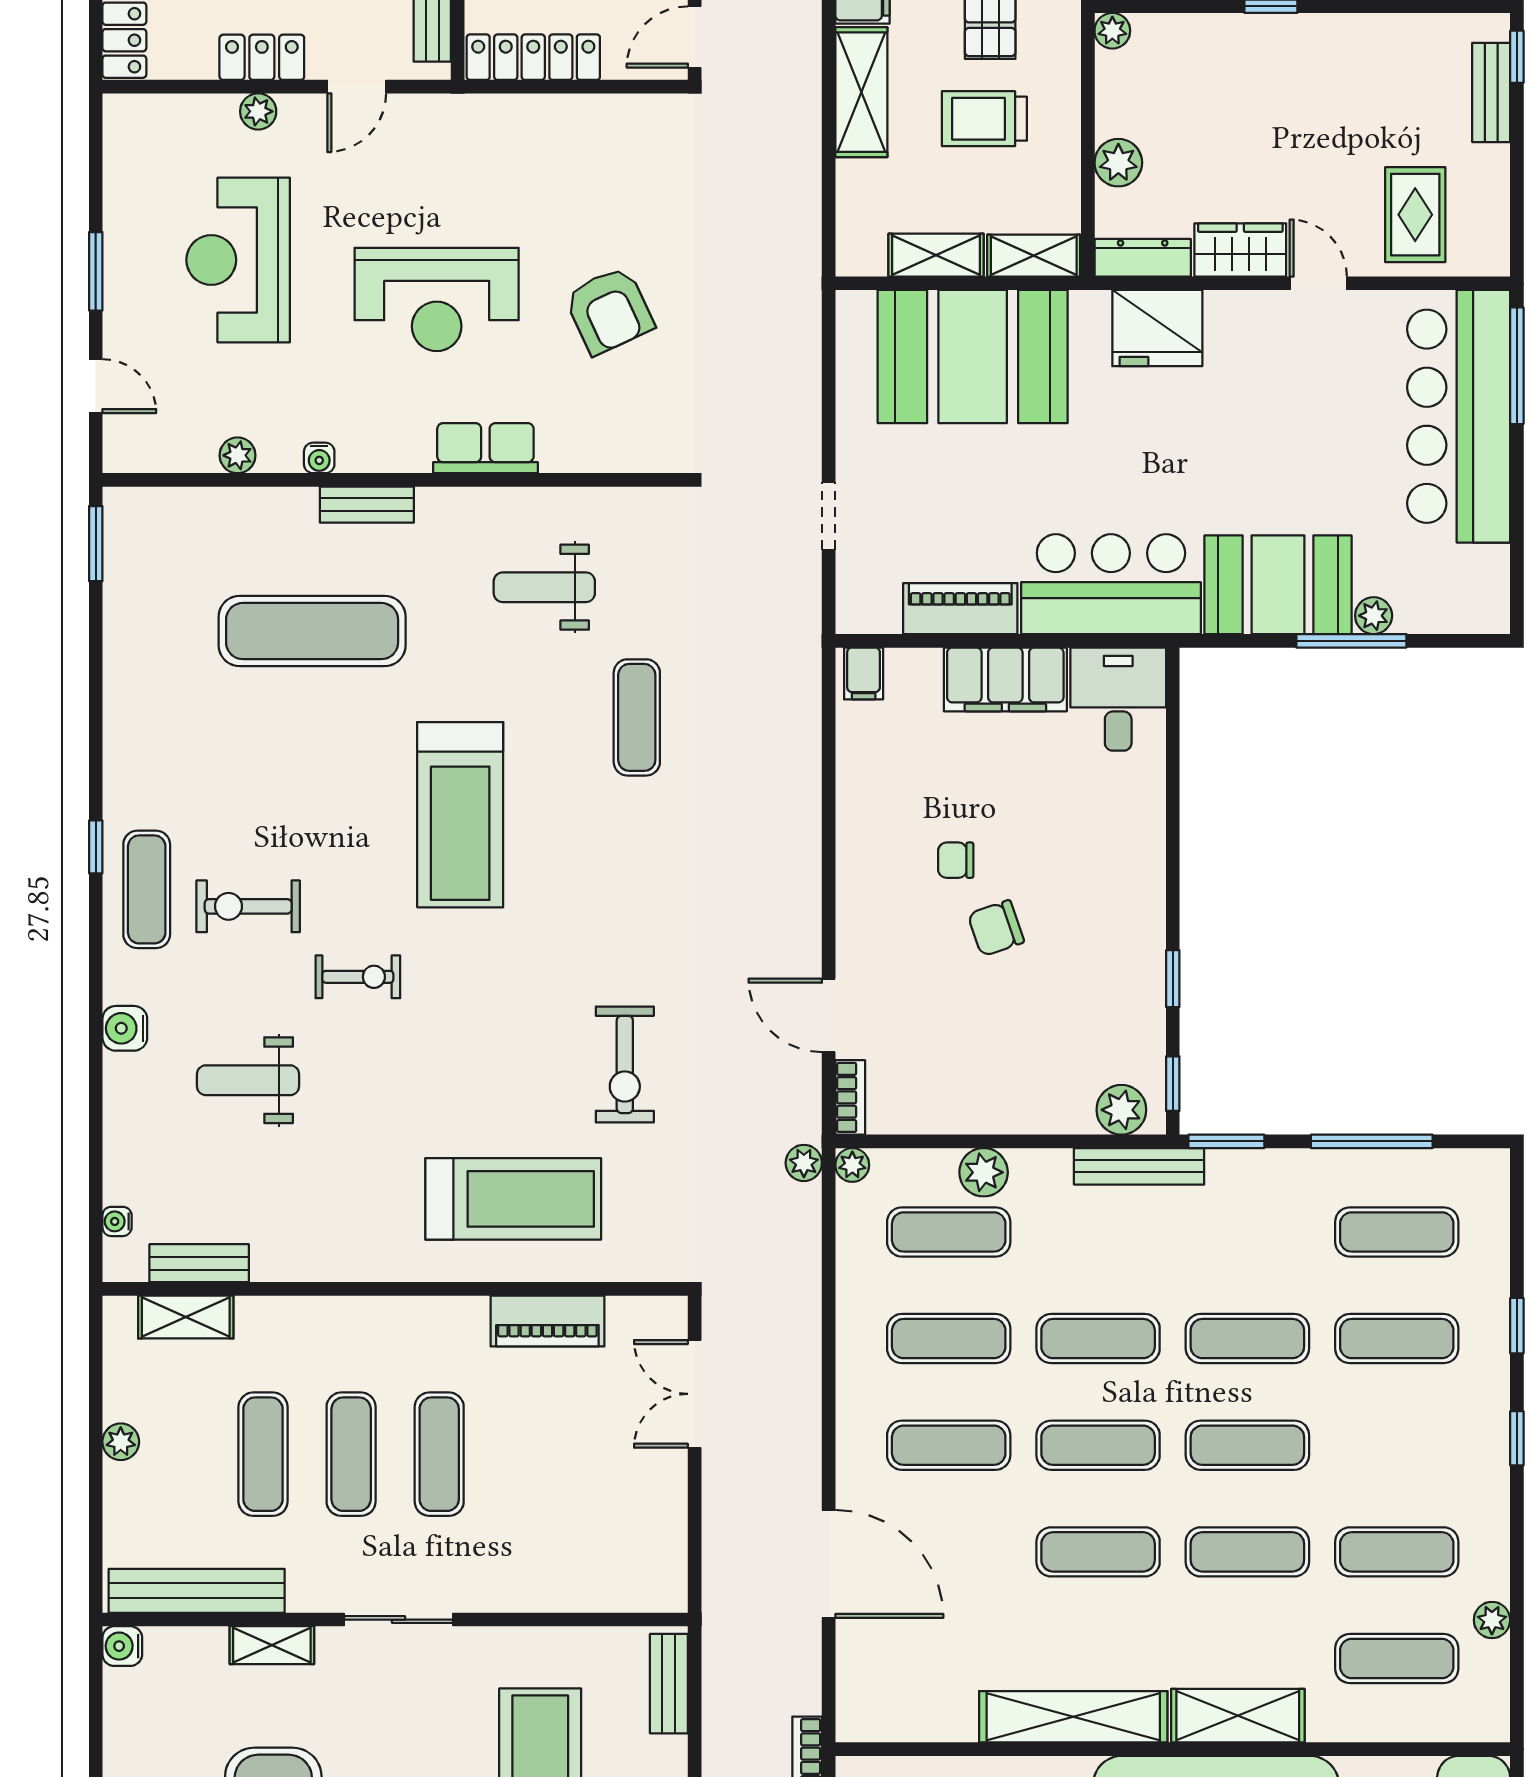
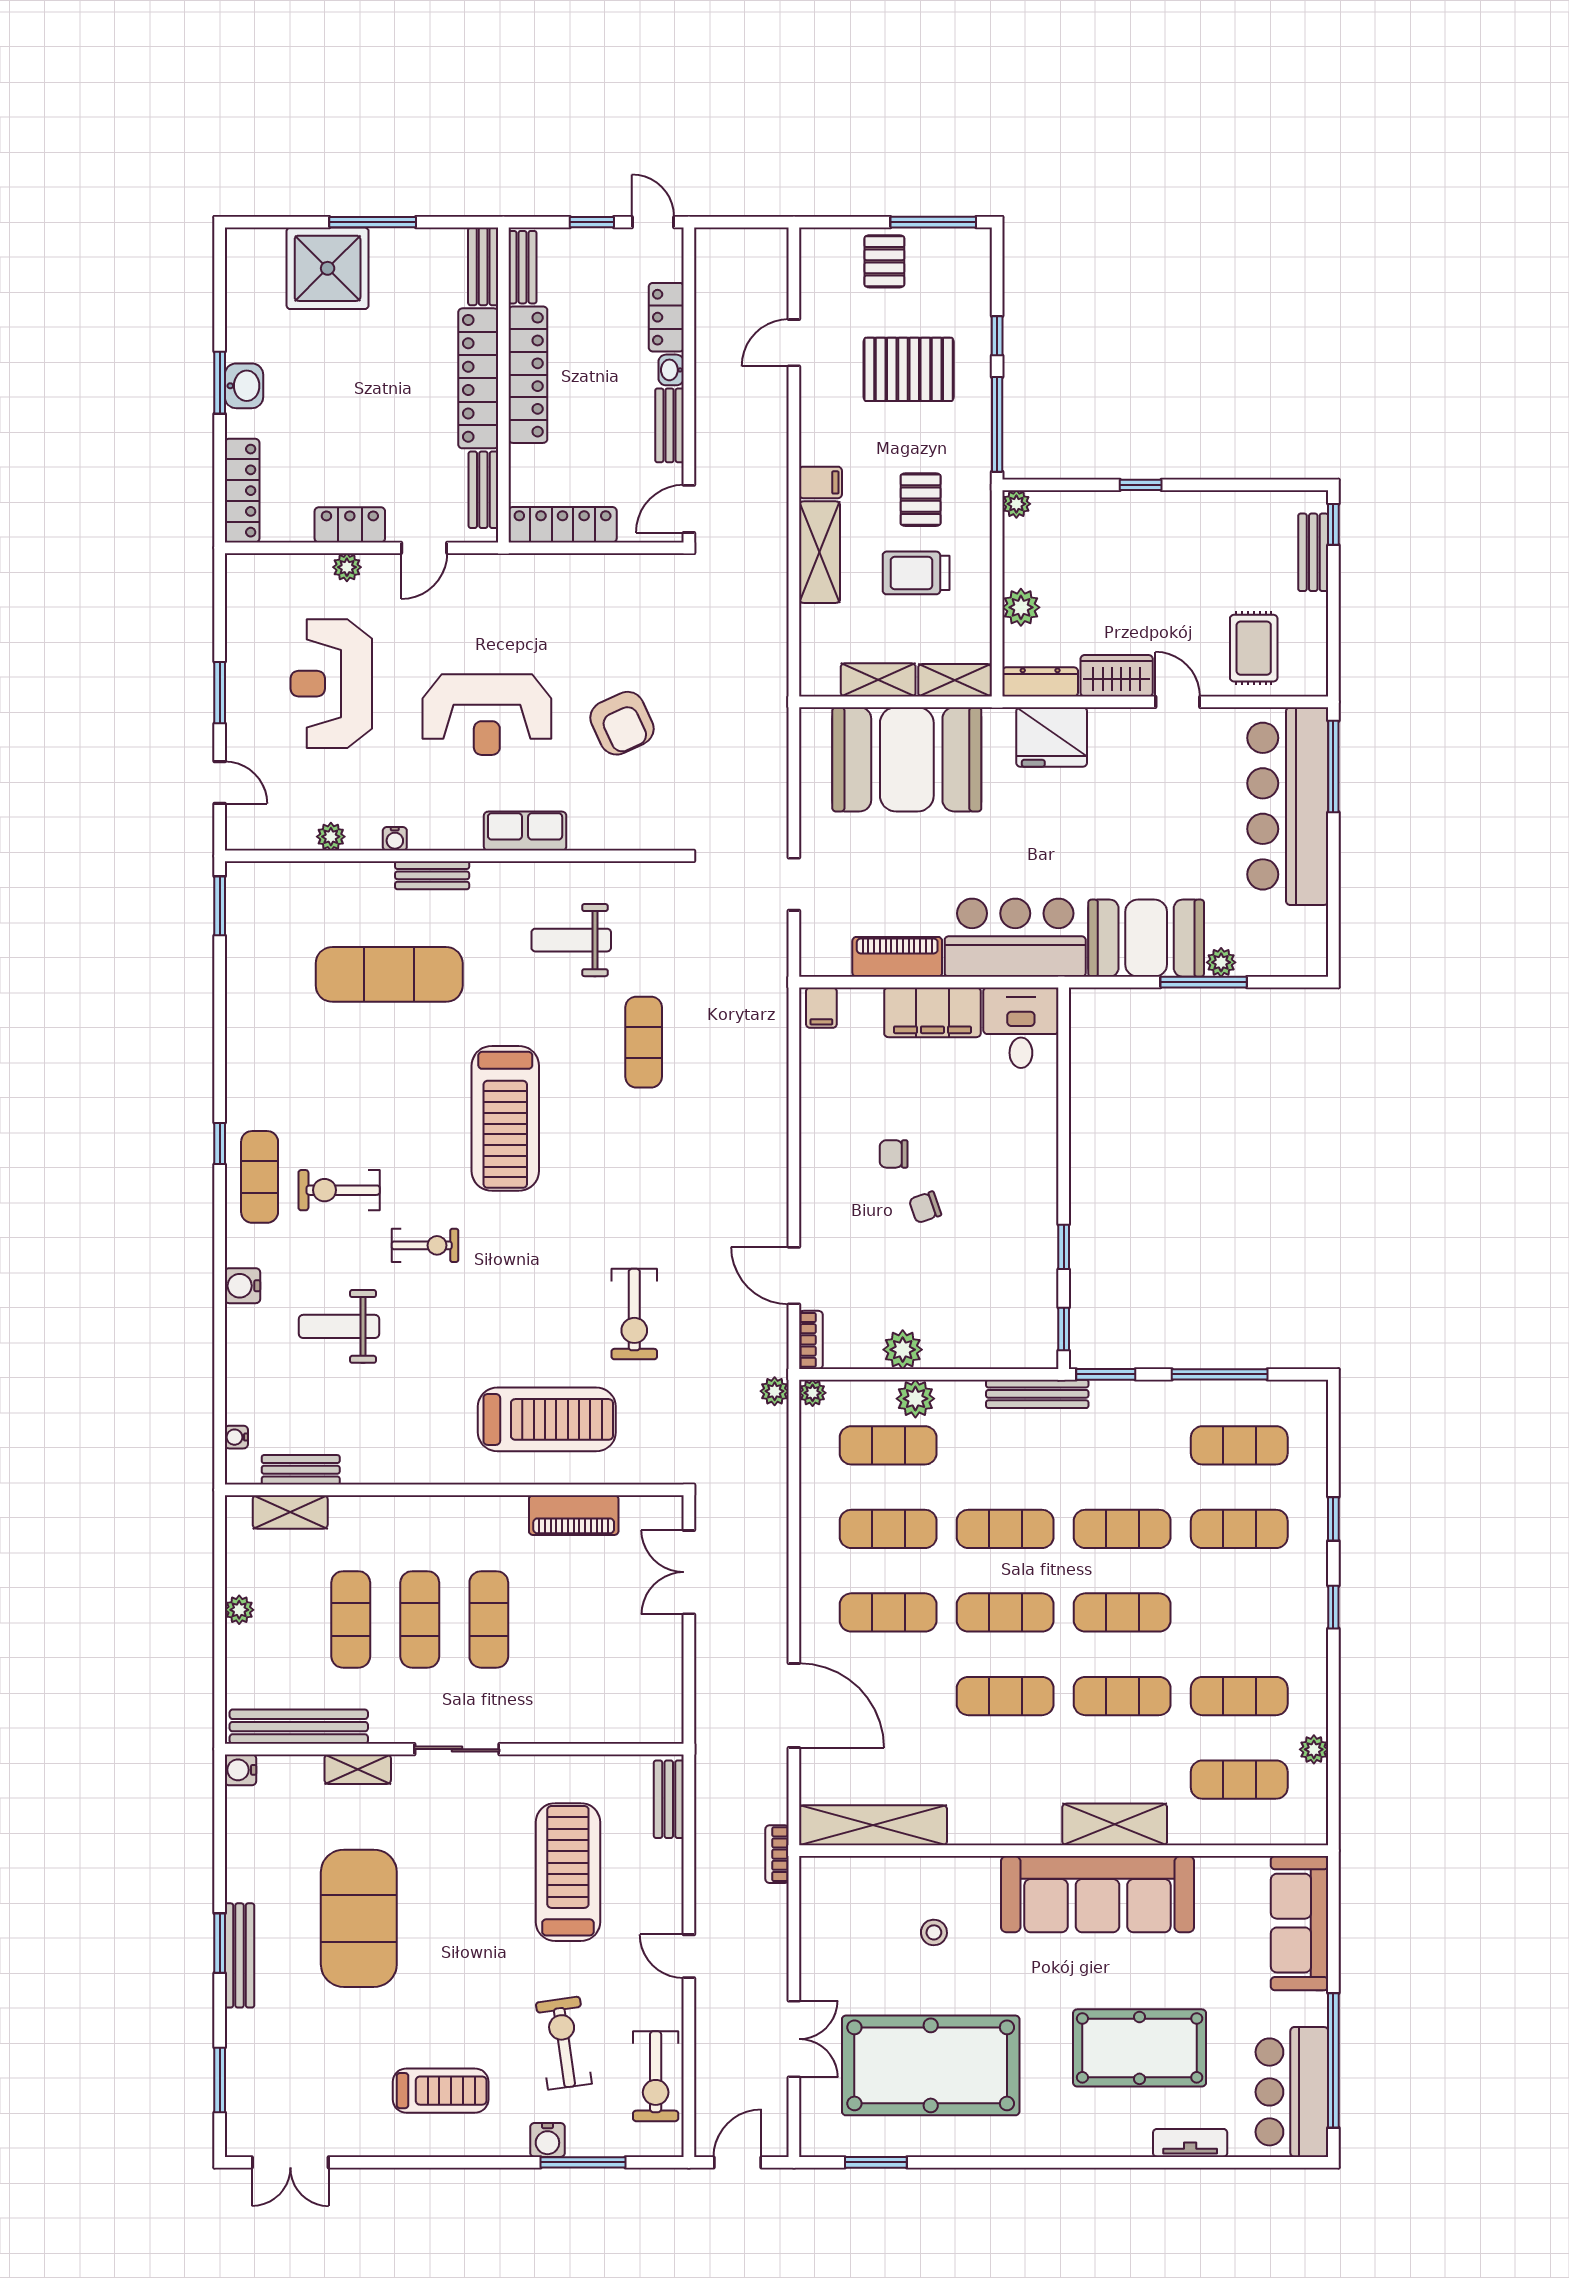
chair: (996, 928) -> (925, 1207), width x0.73, depth x0.73
plant: (1121, 1110) -> (903, 1350), moved
shelving: (1073, 1717) -> (873, 1825), moved

